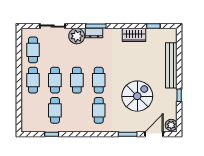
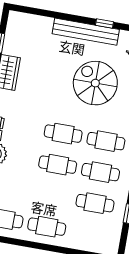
bench: (171, 65) -> (86, 32), moved
cafe table: (55, 80) -> (100, 172), moved

